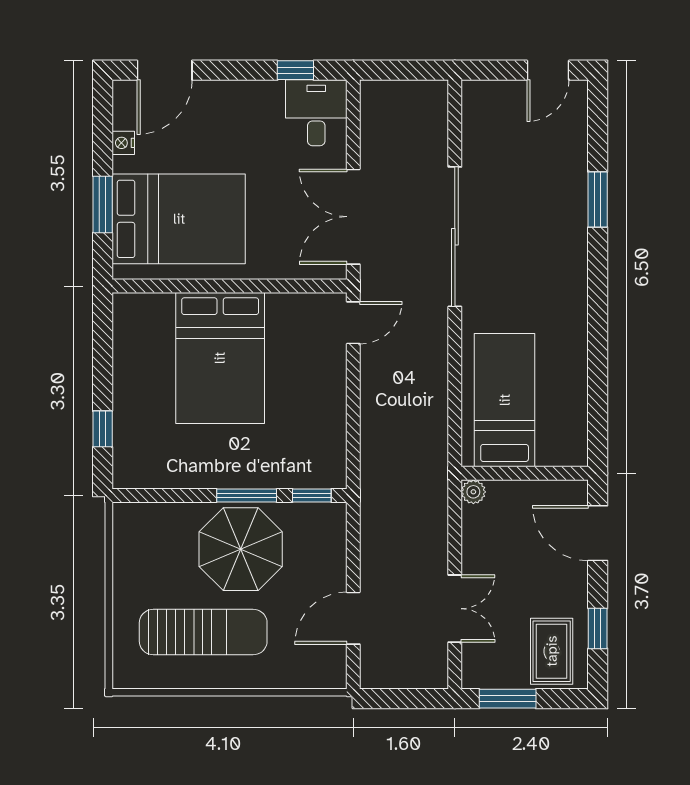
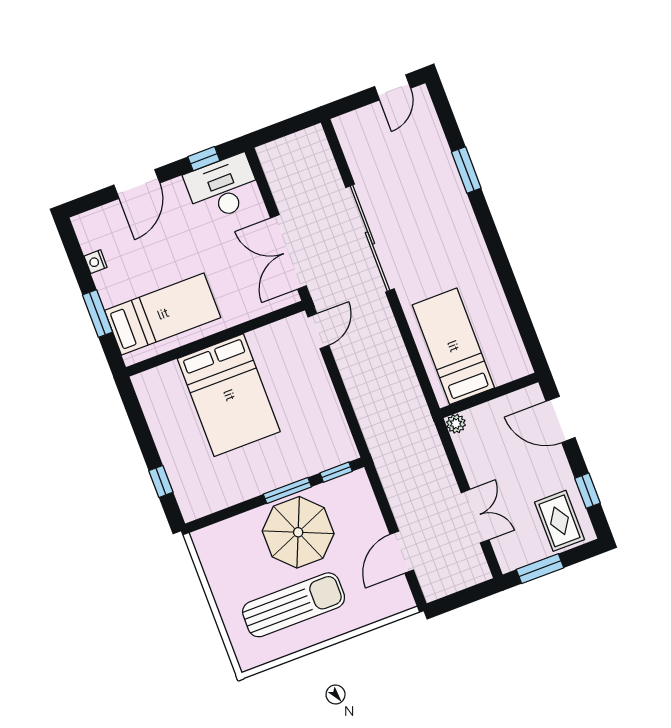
door: (165, 70) -> (137, 184), moved
desk: (316, 113) -> (223, 188), width x1.37
bed: (179, 219) -> (163, 314), width x0.67

